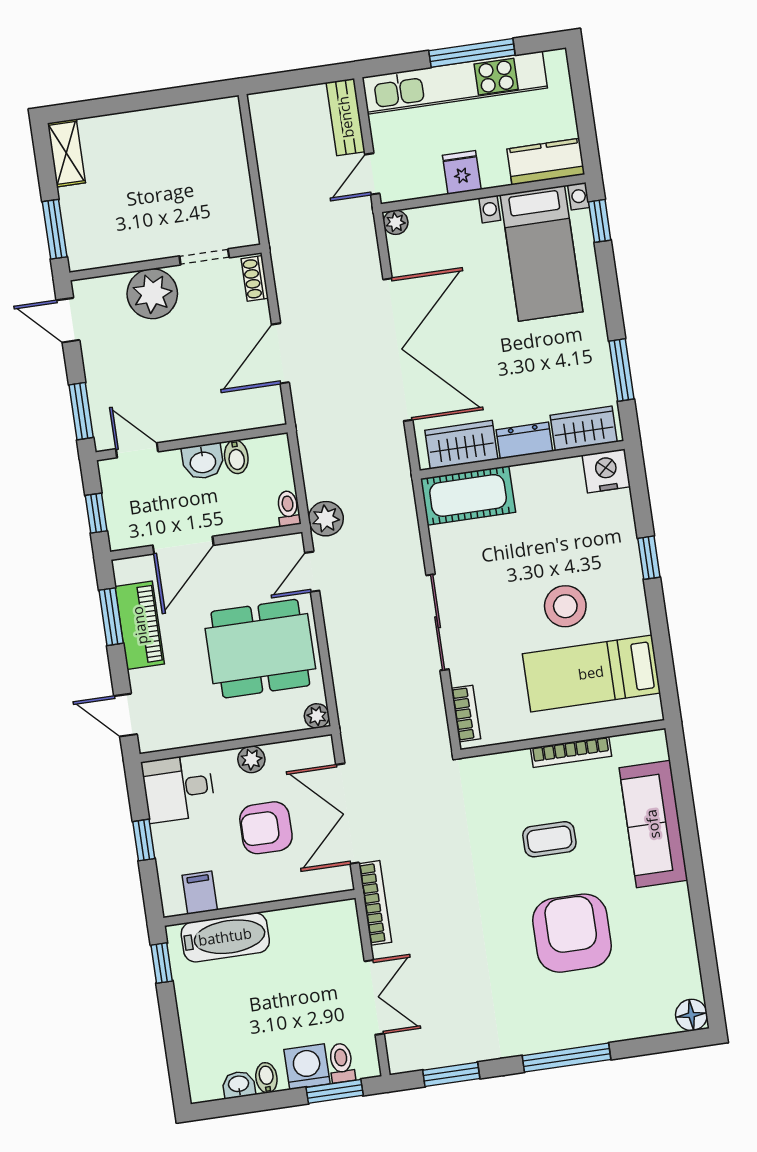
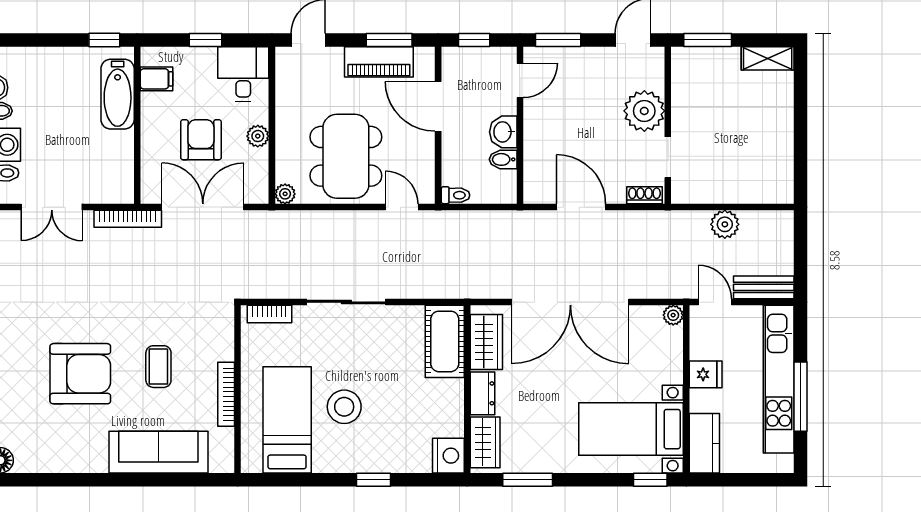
plant: (326, 519) -> (725, 224), moved

